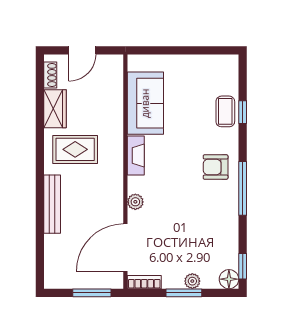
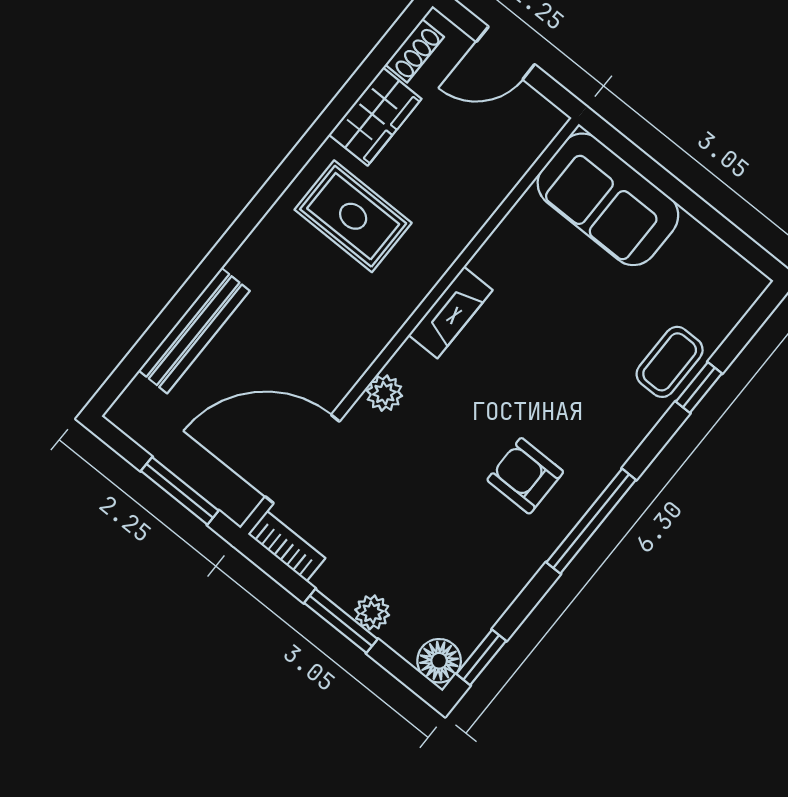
sofa: (145, 103) -> (608, 199), moved, turned 90
armchair: (216, 167) -> (525, 476), moved
bench: (52, 204) -> (194, 331), moved

